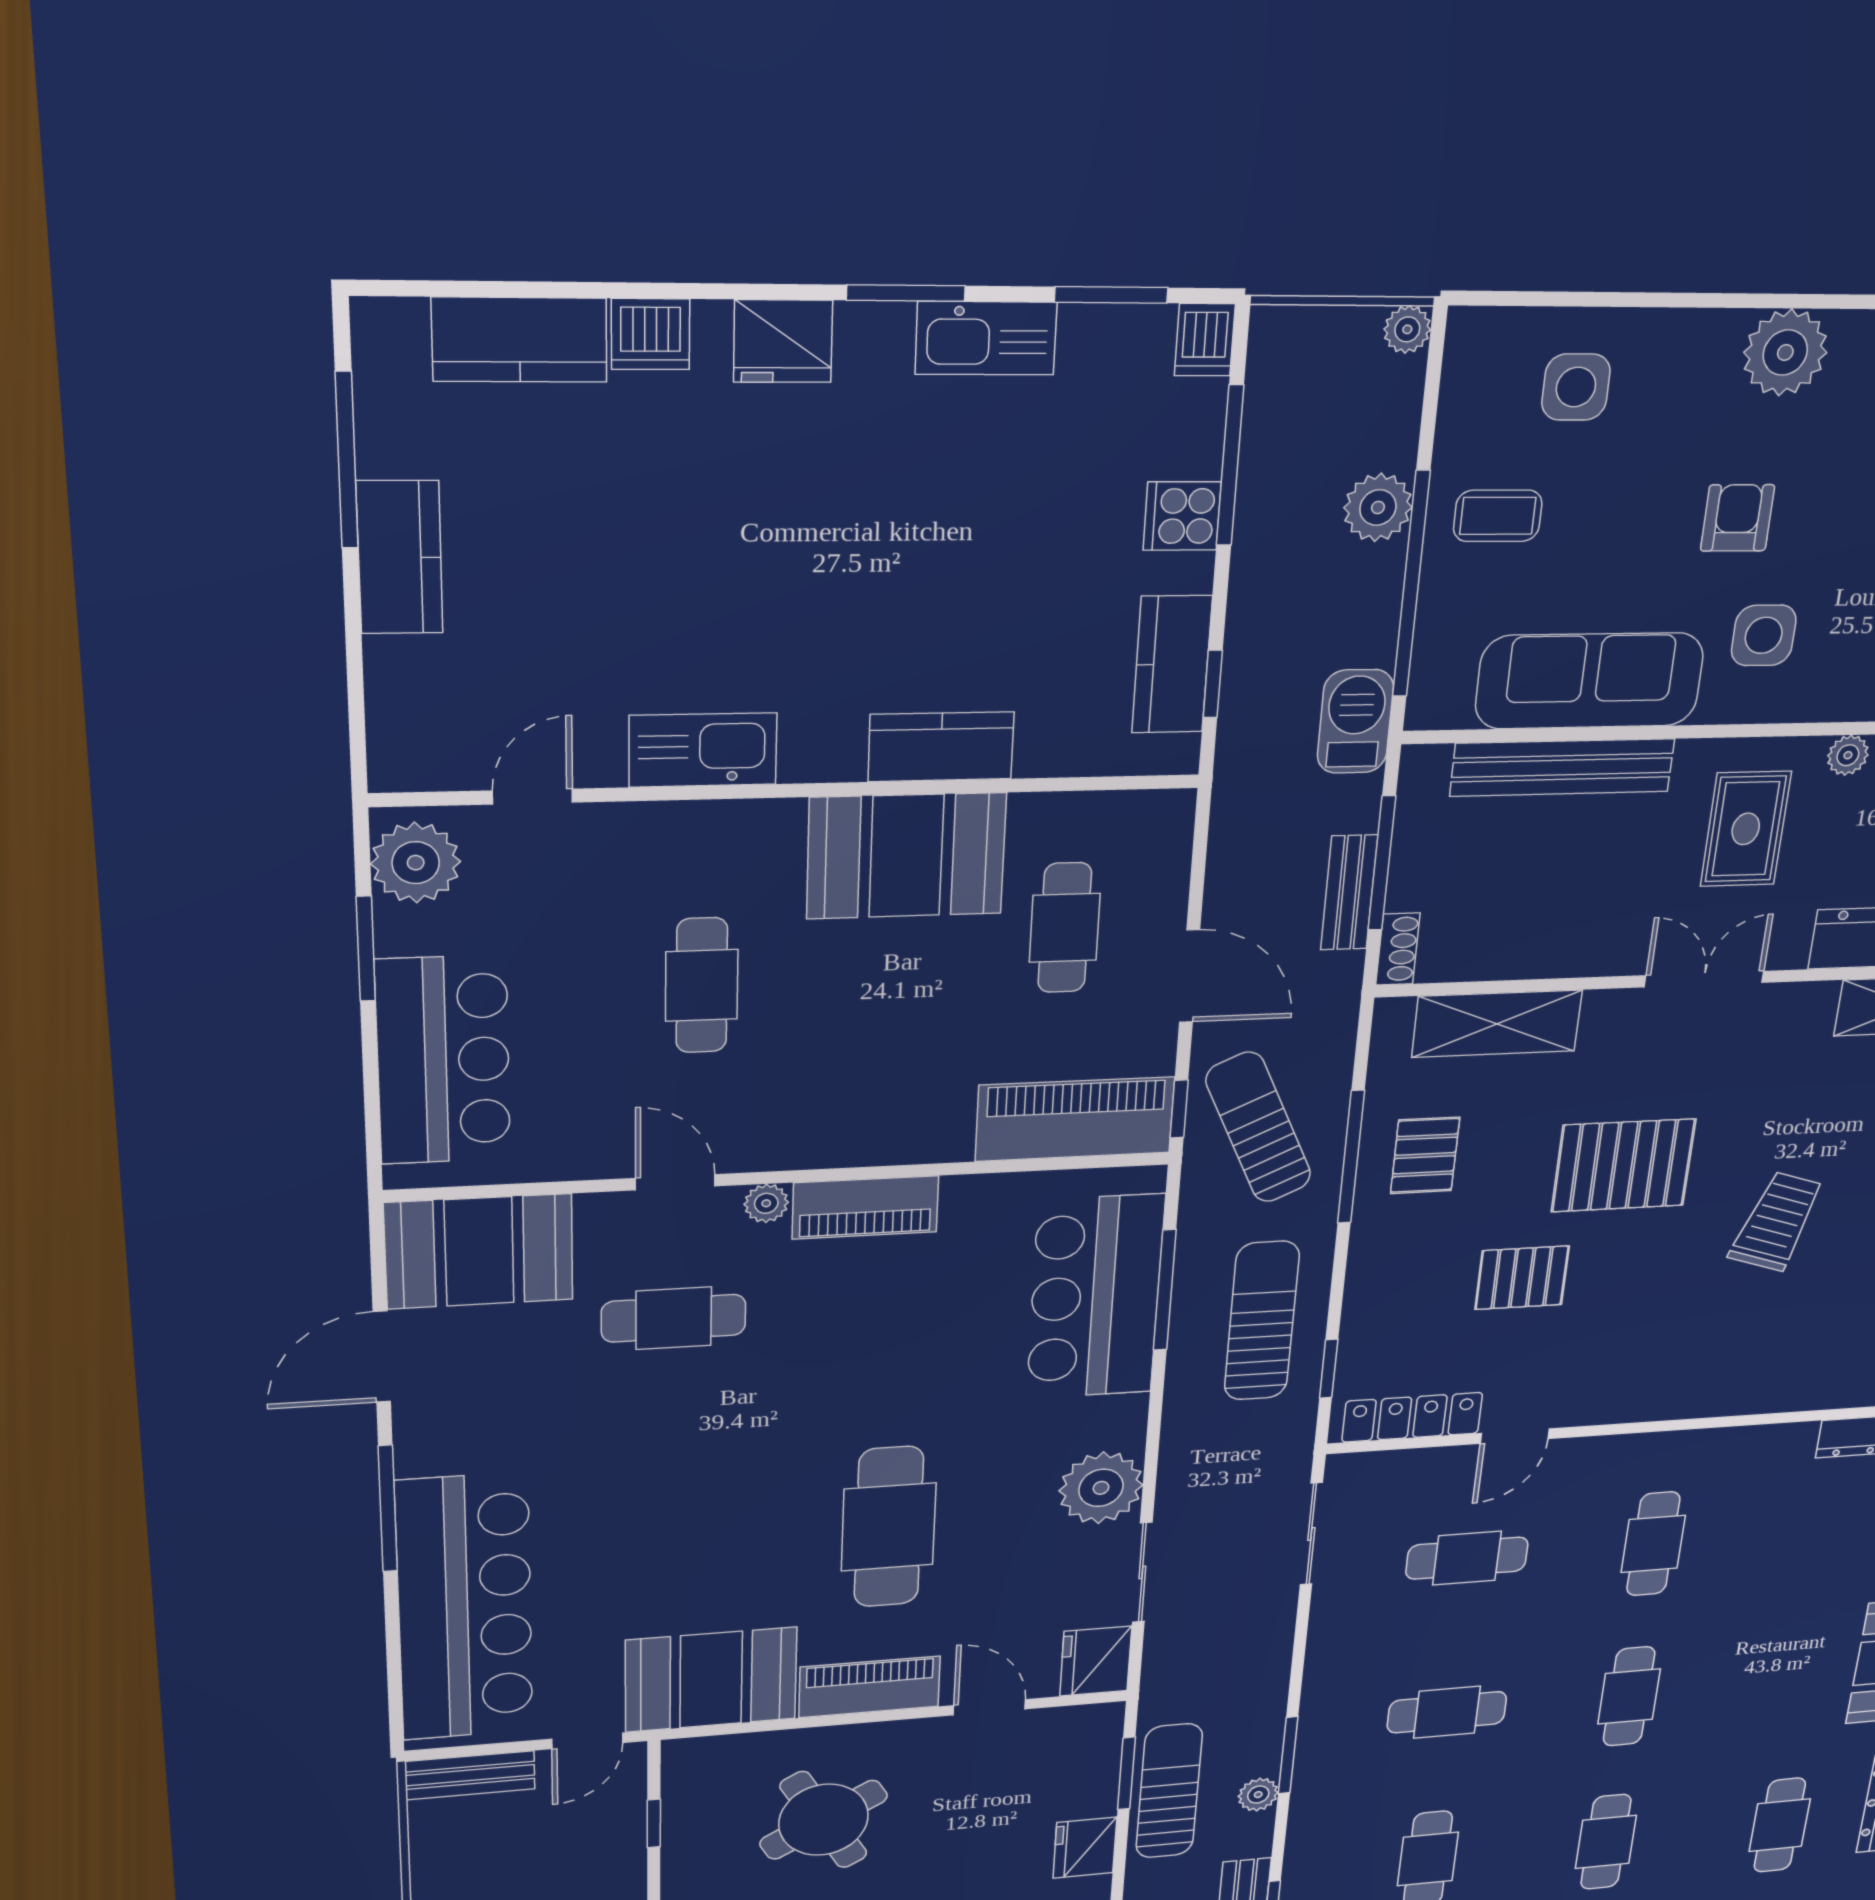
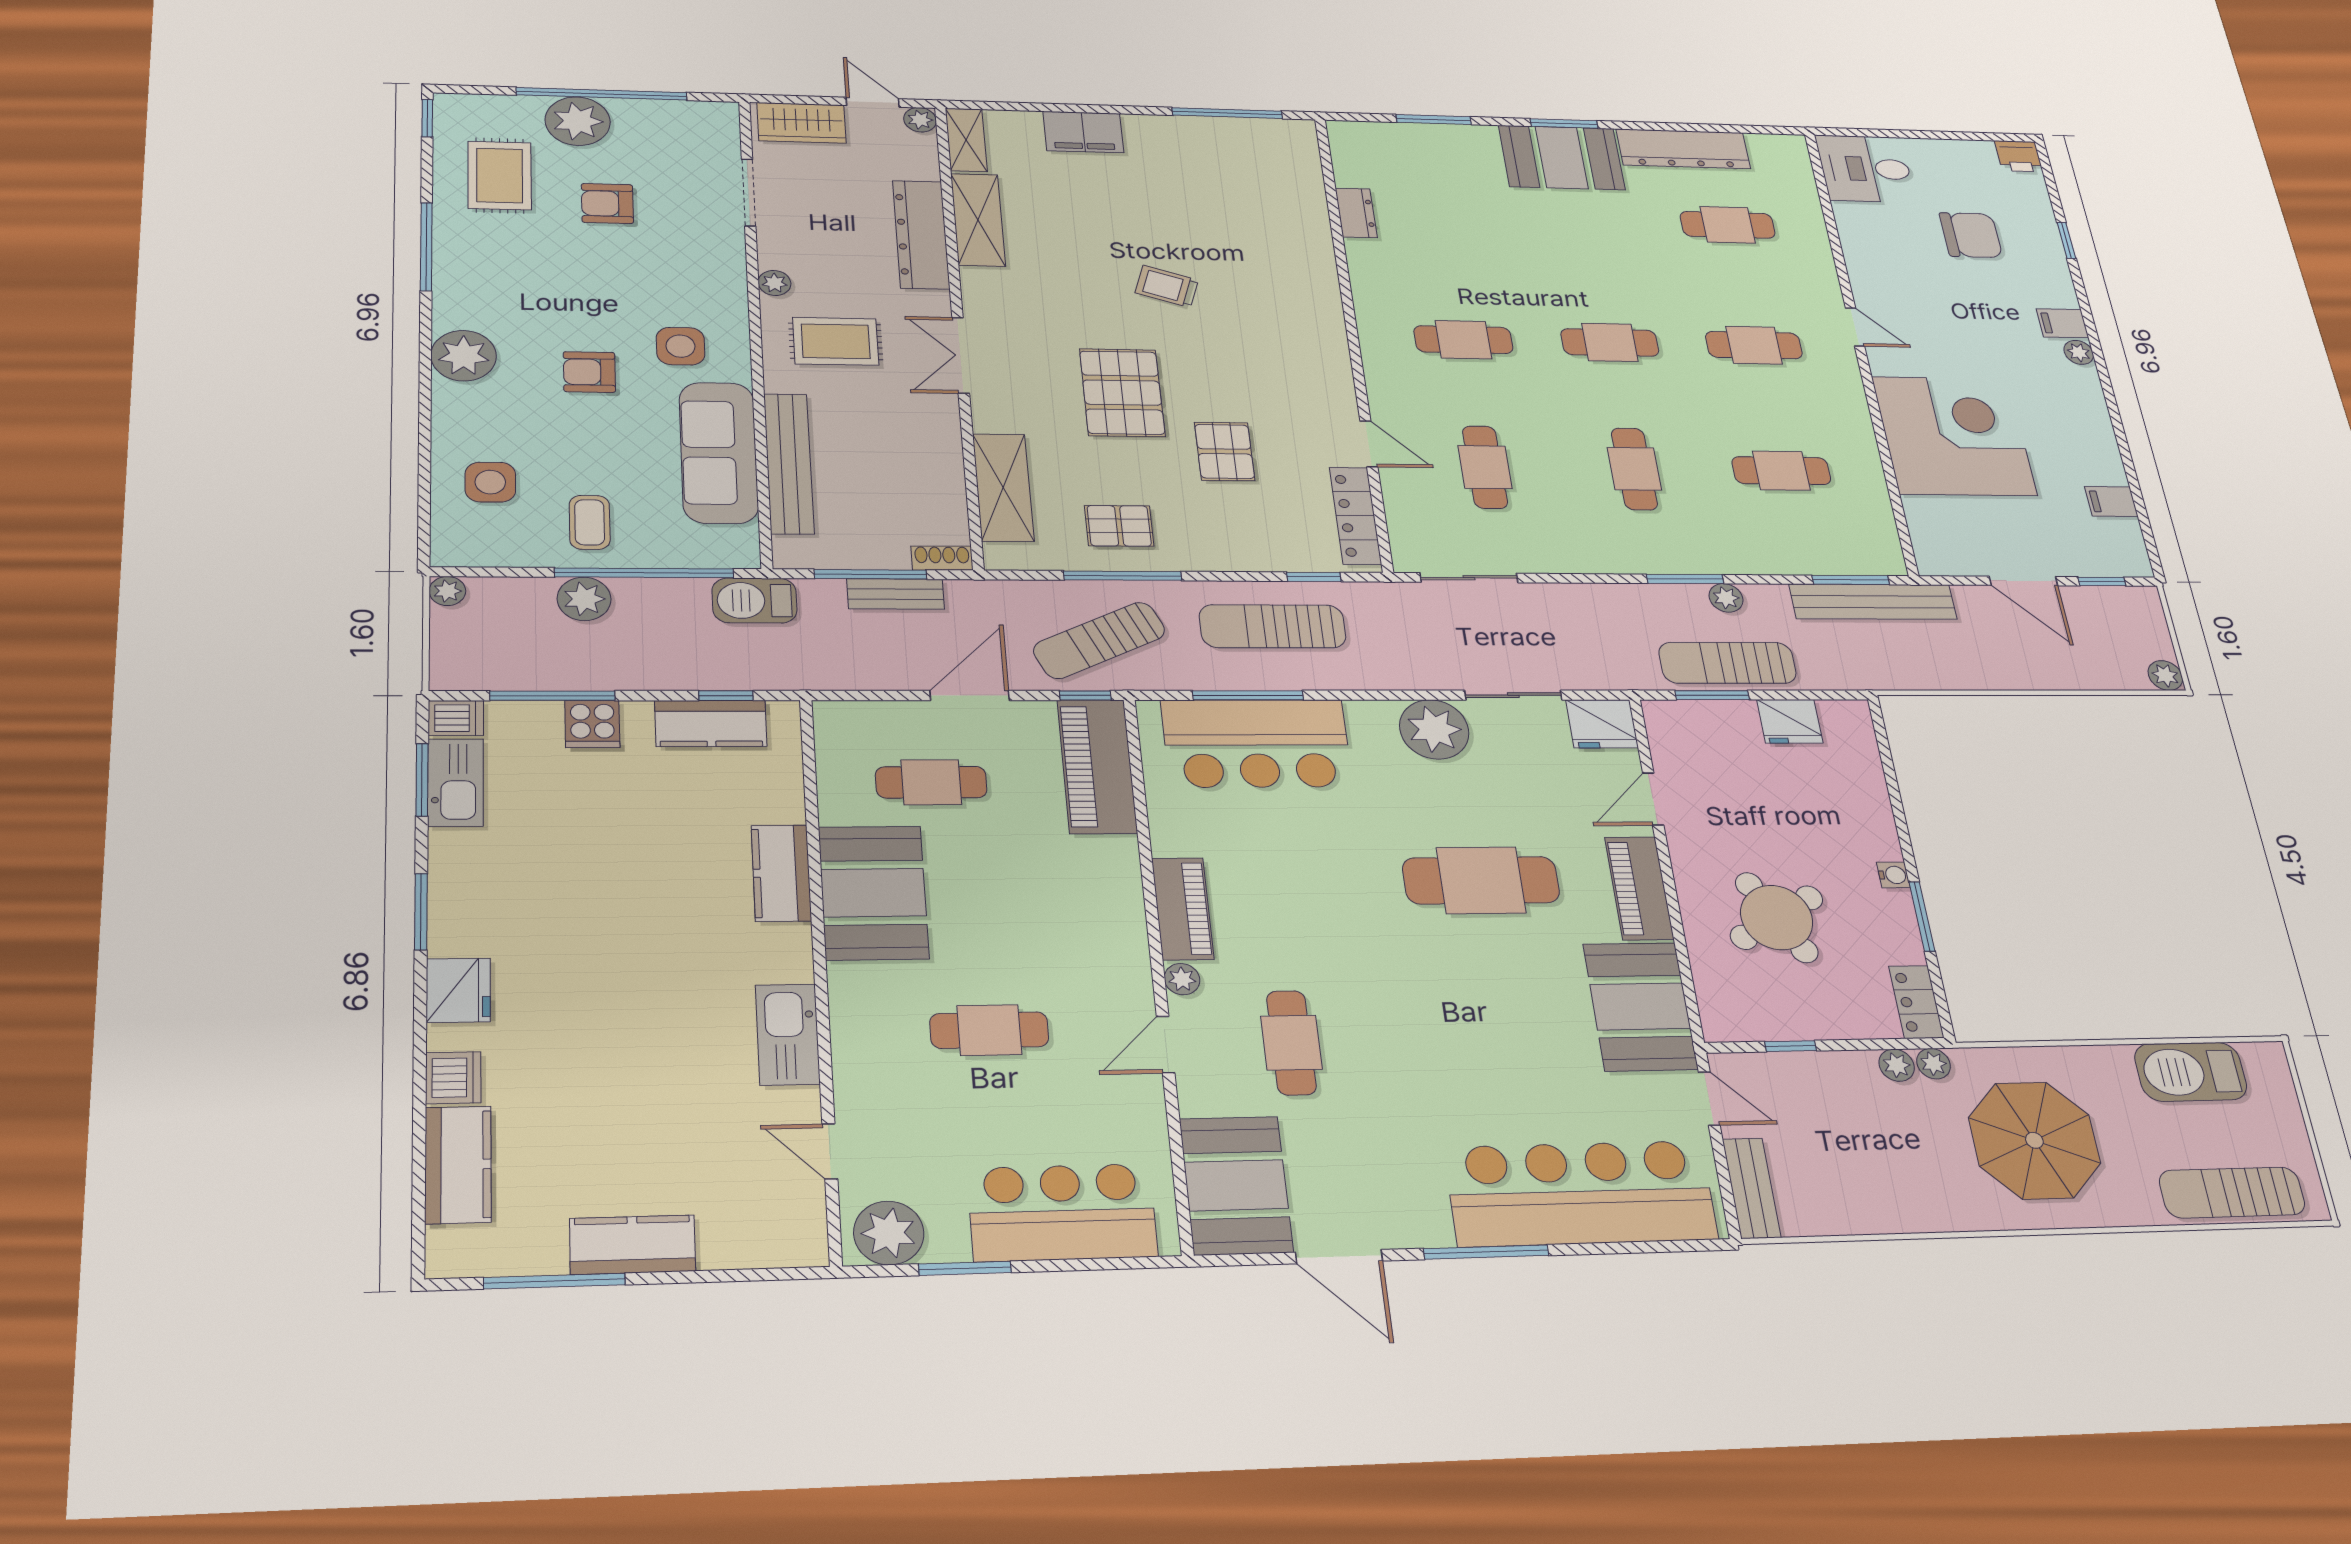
kitchen sink: (986, 338) -> (456, 782), moved
trolley: (1777, 1221) -> (1167, 286), width x0.73, depth x0.72

